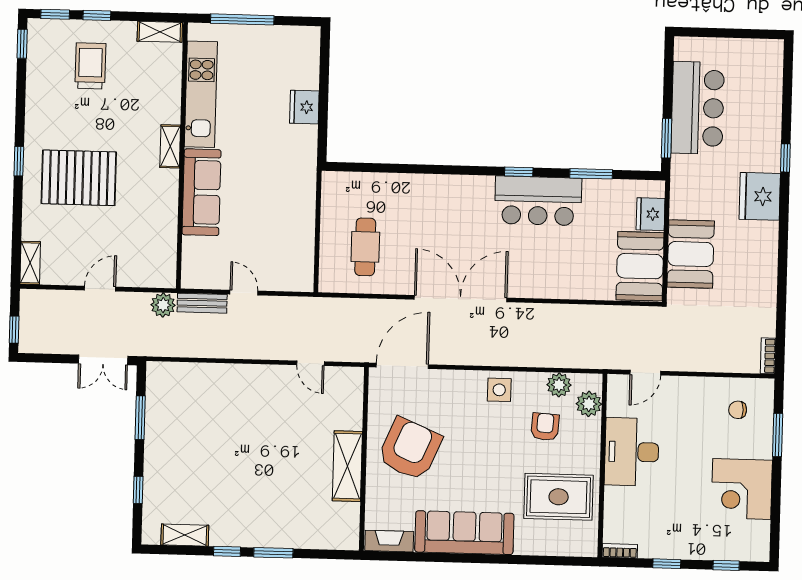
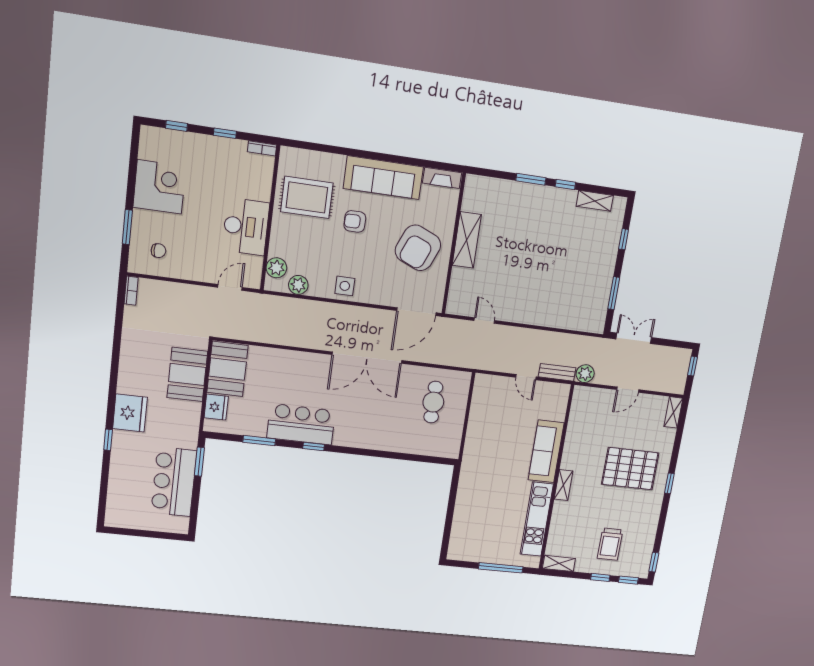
fridge: (304, 107) -> (465, 505), removed
armchair: (545, 427) -> (355, 221), moved, turned 86

